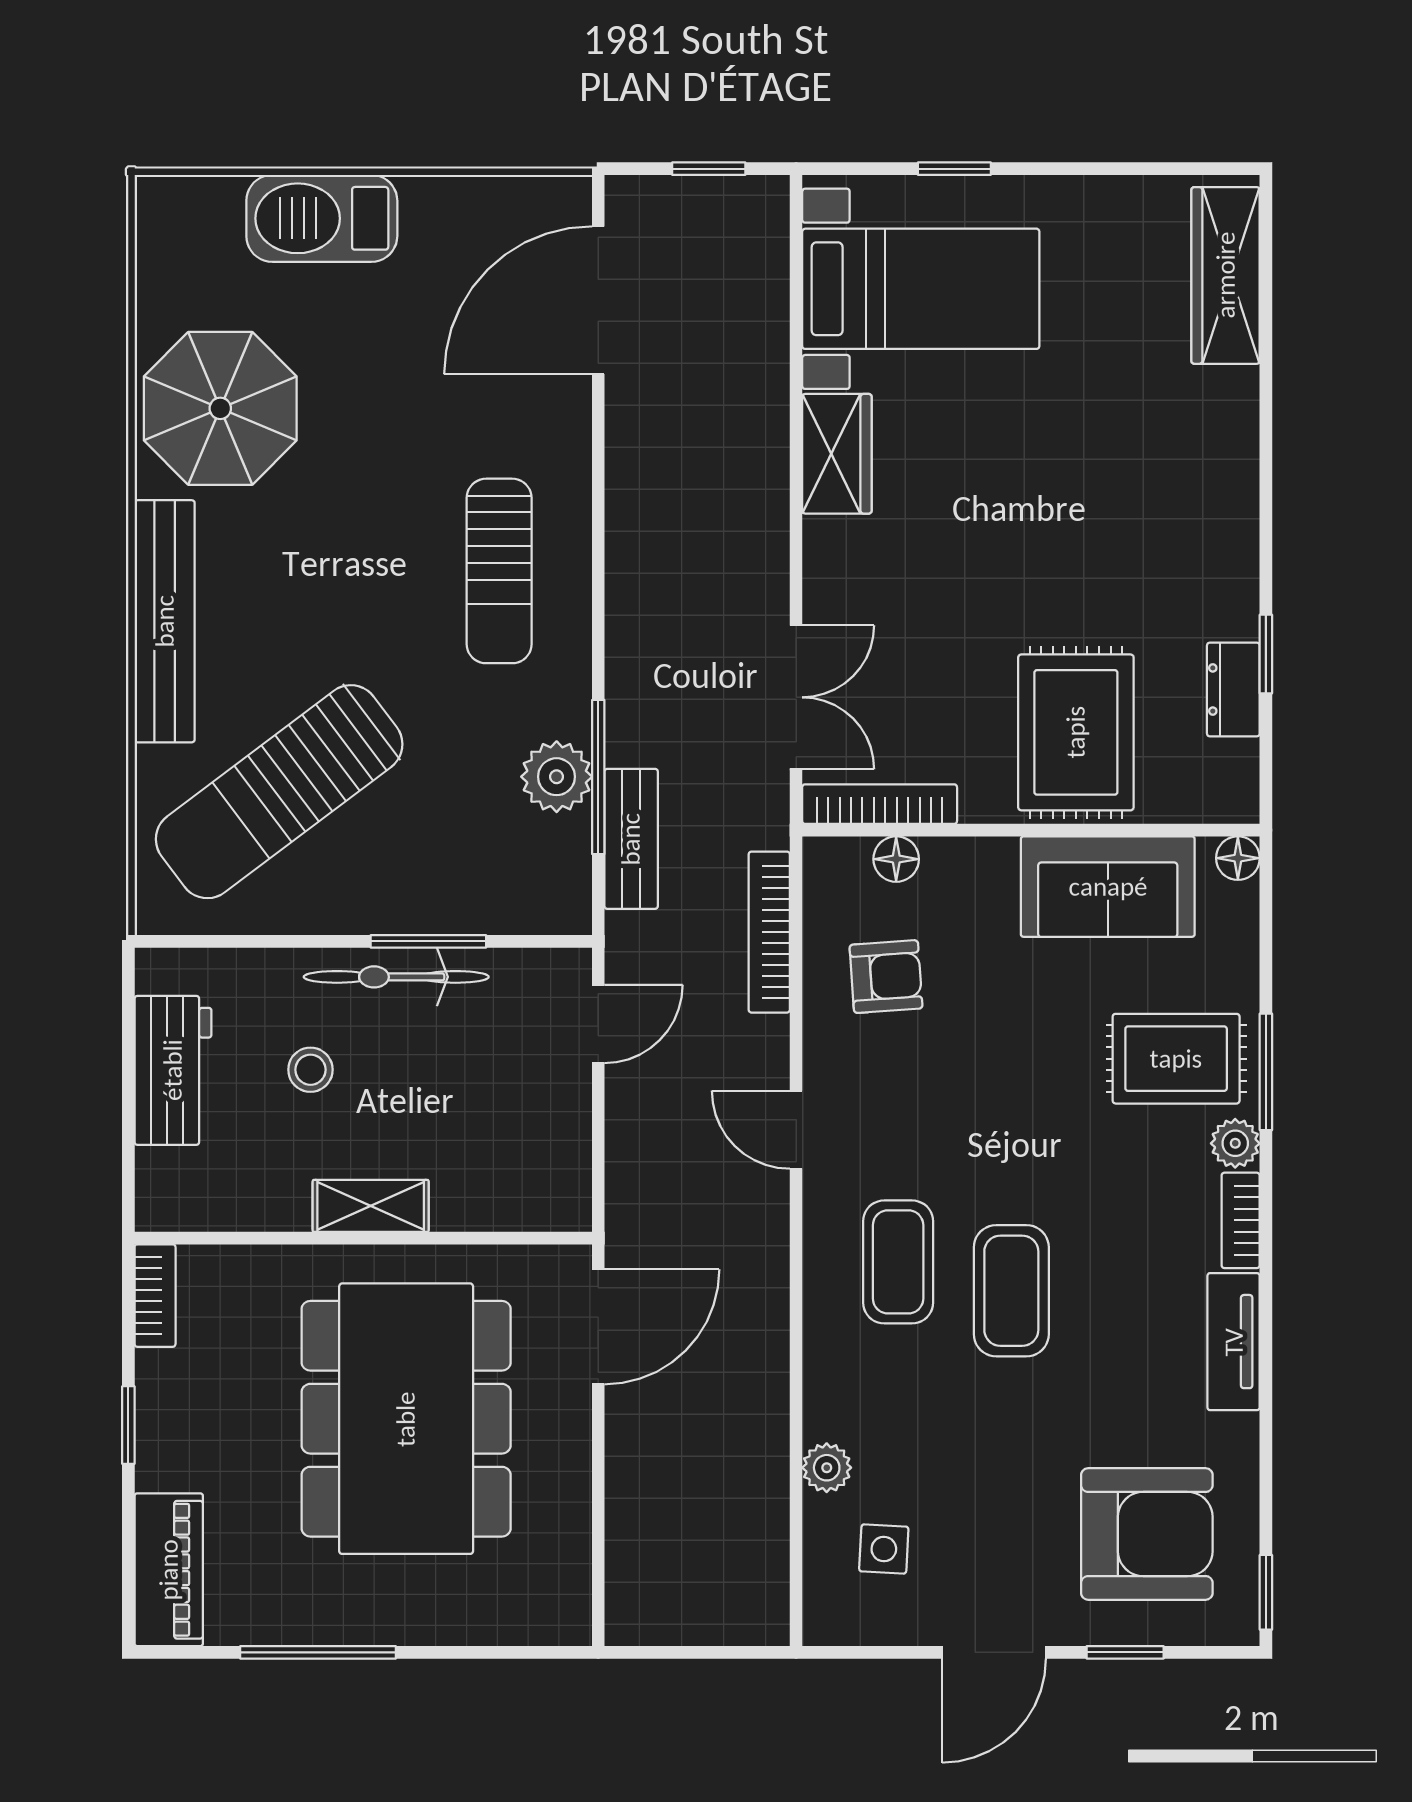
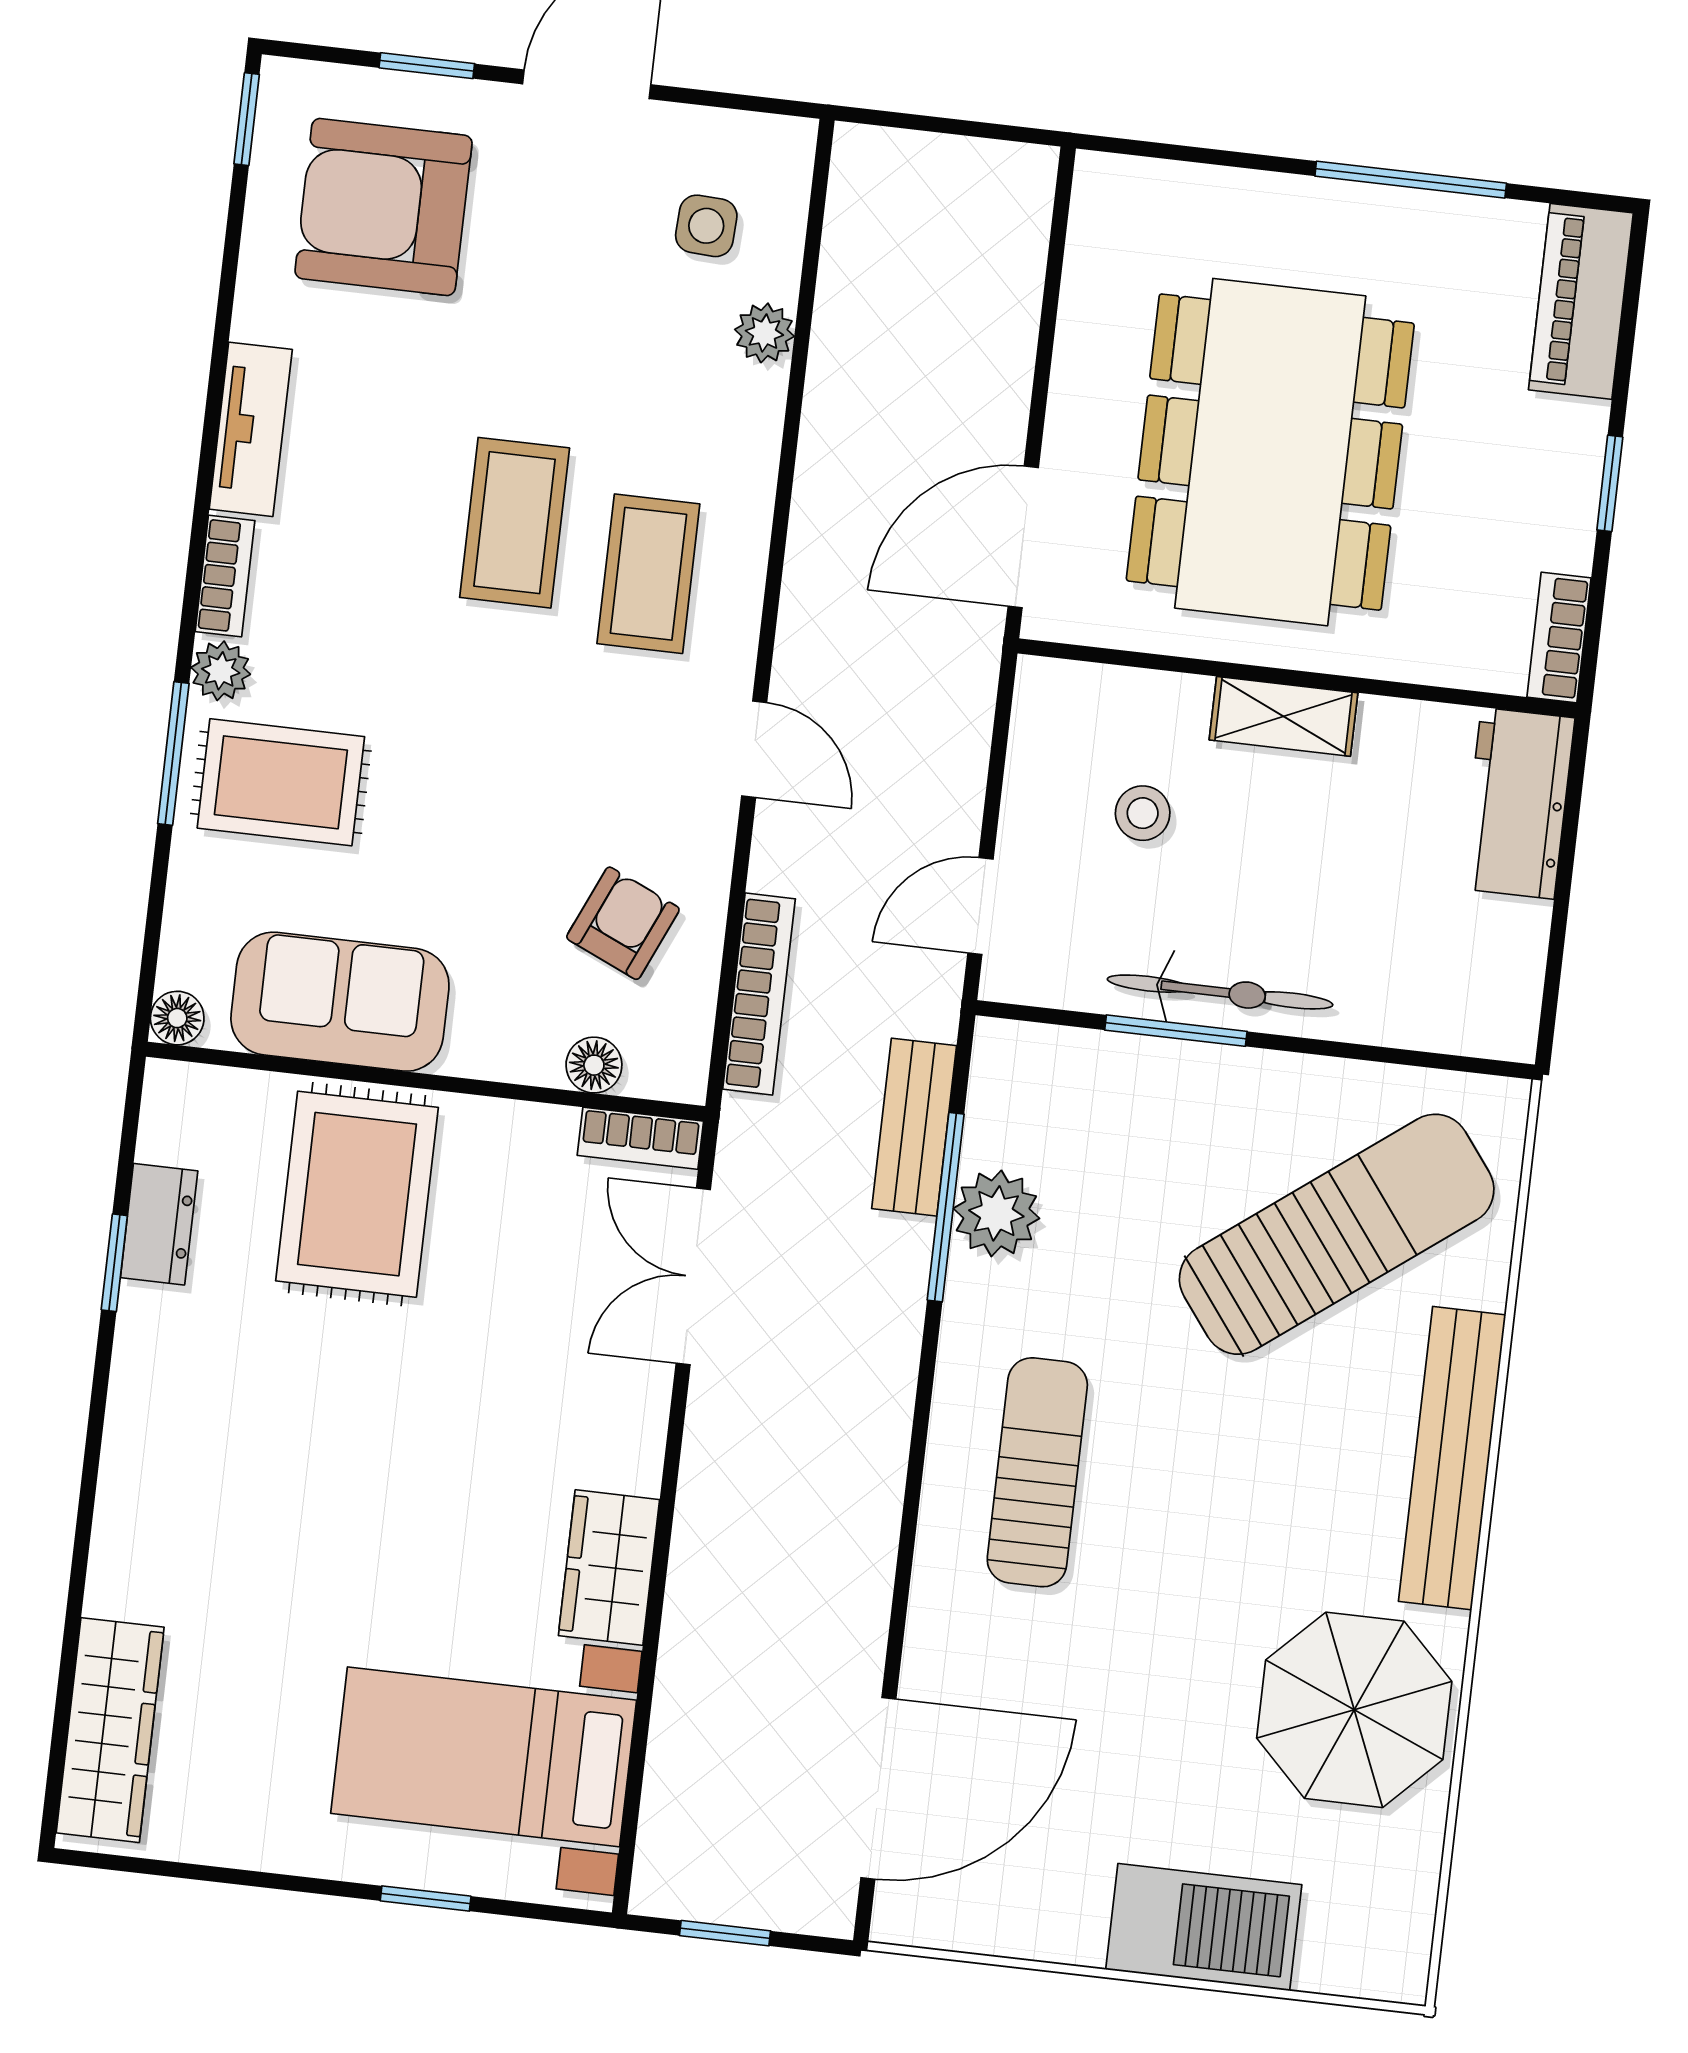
bookcase: (880, 804) -> (640, 1138), width x0.64
armchair: (886, 977) -> (623, 923), turned 118
workbench: (173, 1070) -> (1518, 803), moved
stool: (310, 1070) -> (1143, 813), moved

